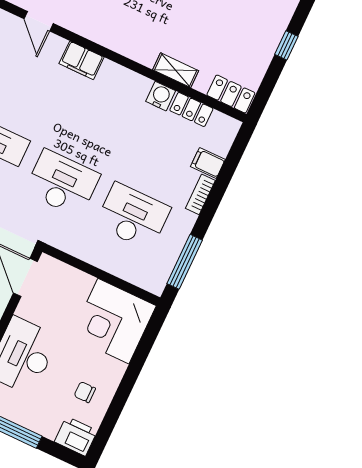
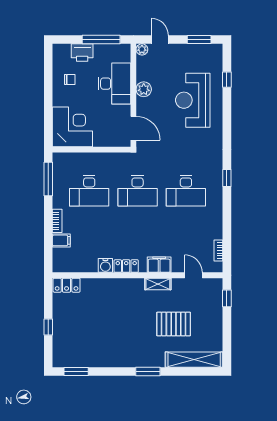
shelving: (176, 70) -> (158, 284), moved
locker: (191, 109) -> (126, 266), moved
printer: (76, 436) -> (82, 53), moved

